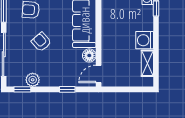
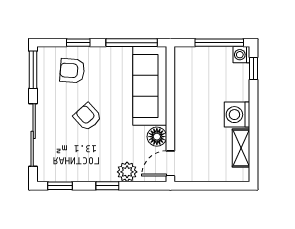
plant: (33, 80) -> (127, 172), moved
window: (67, 89) -> (107, 186), moved

